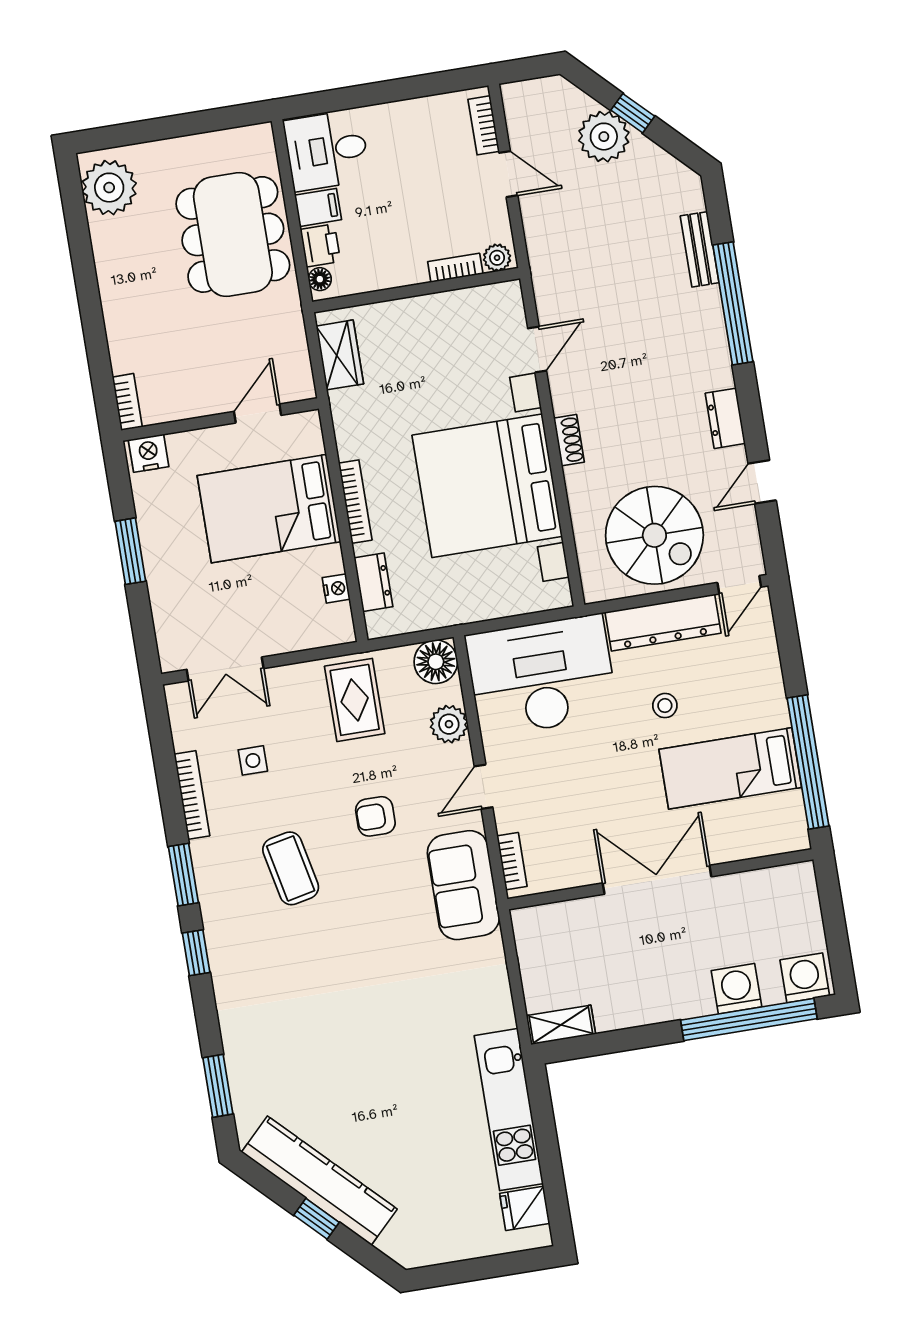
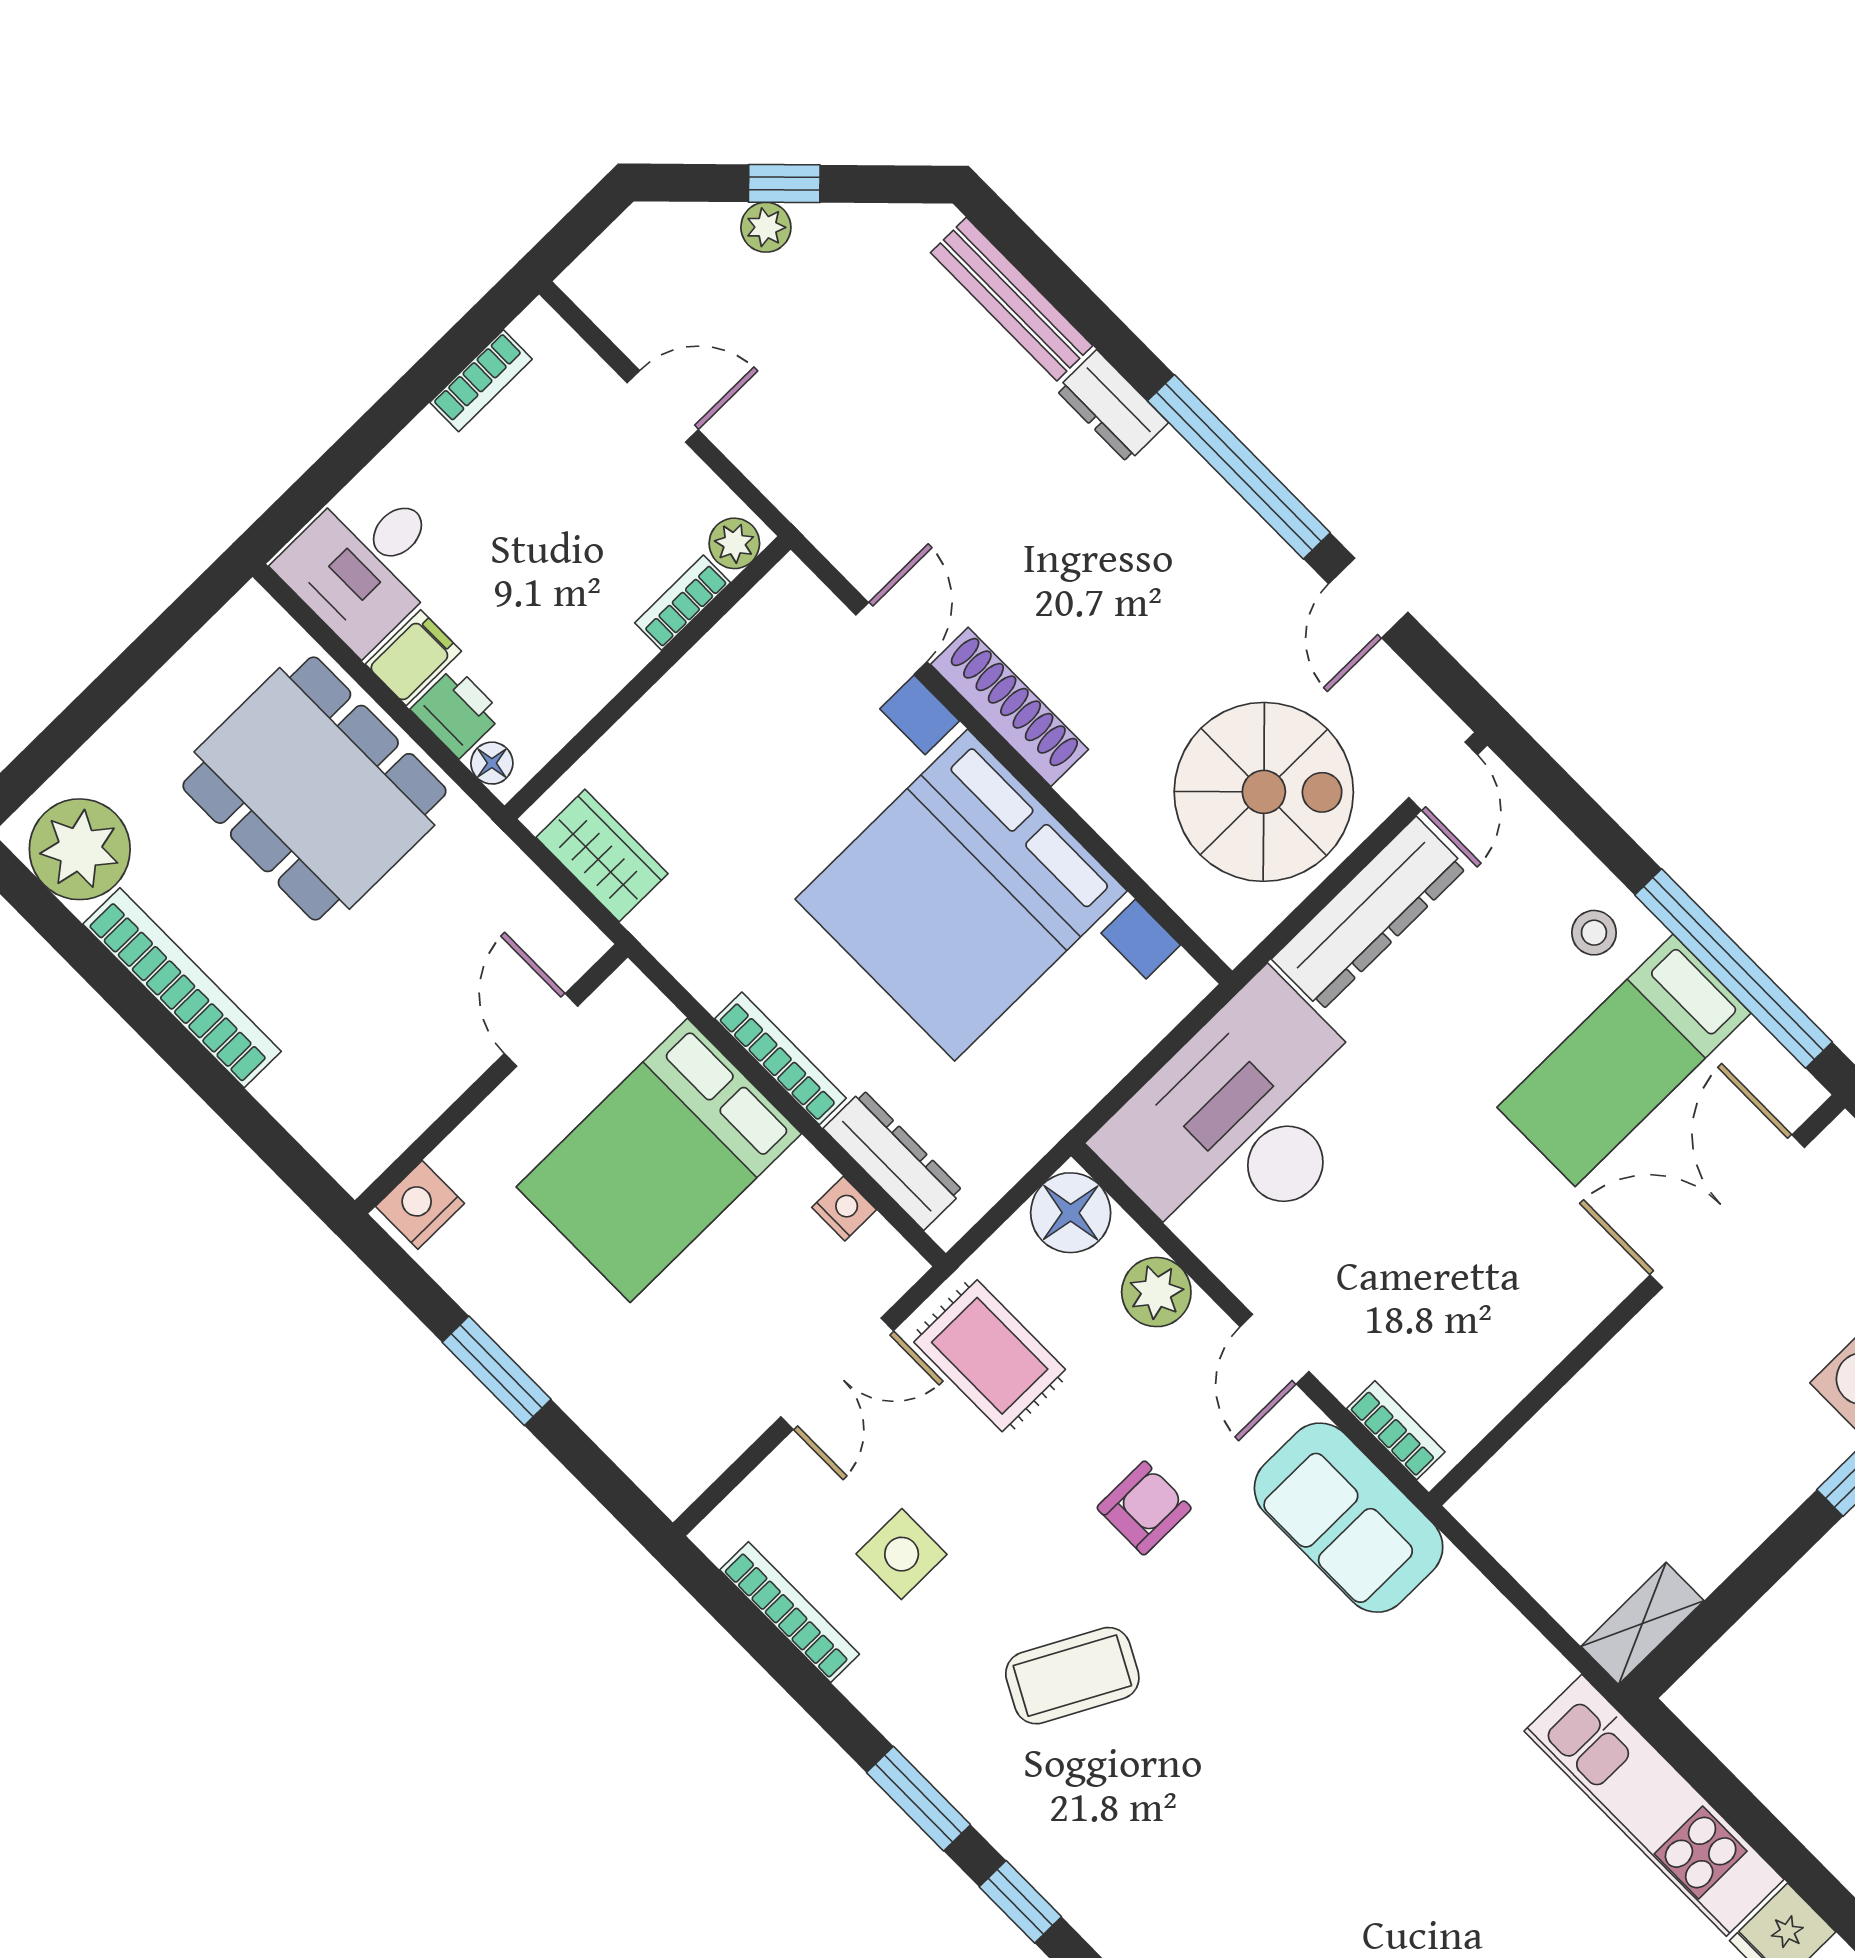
bookcase: (484, 125) -> (481, 381), moved, turned -90
plant: (604, 137) -> (766, 227), width x0.53, depth x0.53
bench: (700, 249) -> (1012, 299), width x1.36
window: (733, 303) -> (1239, 467), moved
bookcase: (127, 402) -> (182, 988), moved, width x2.31, depth x1.31
dresser: (725, 418) -> (1112, 406), moved
shoe rack: (569, 440) -> (1010, 707), width x1.94, depth x1.24
dresser: (373, 582) -> (893, 1160), width x1.44
double door: (225, 669) -> (837, 1374), moved
stool: (665, 706) -> (1594, 933), moved
side table: (253, 760) -> (902, 1554), width x1.37, depth x1.37
bookcase: (192, 795) -> (790, 1612), moved
armchair: (375, 816) -> (1144, 1508), turned 180
coffee table: (291, 868) -> (1072, 1676), turned -50
double door: (657, 880) -> (1727, 1211), moved

